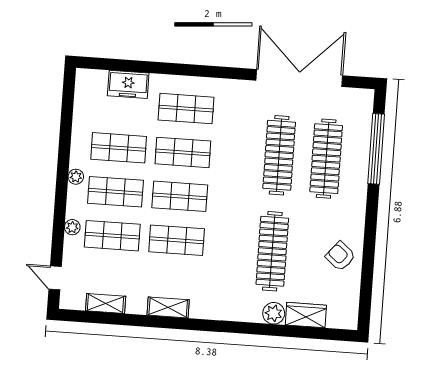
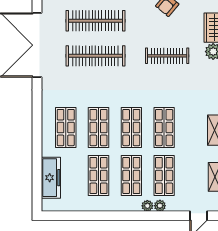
freezer: (128, 84) -> (51, 178), width x1.40
plant: (76, 177) -> (147, 206), moved
clothes rail: (272, 251) -> (167, 56), width x0.73, depth x0.76

